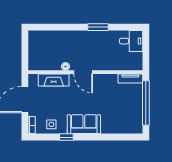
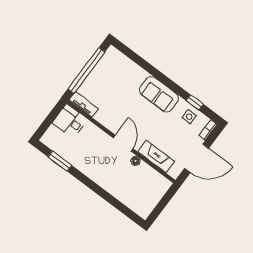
window: (98, 27) -> (60, 161), moved
desk: (131, 41) -> (70, 121), moved
window: (66, 137) -> (195, 102), moved

